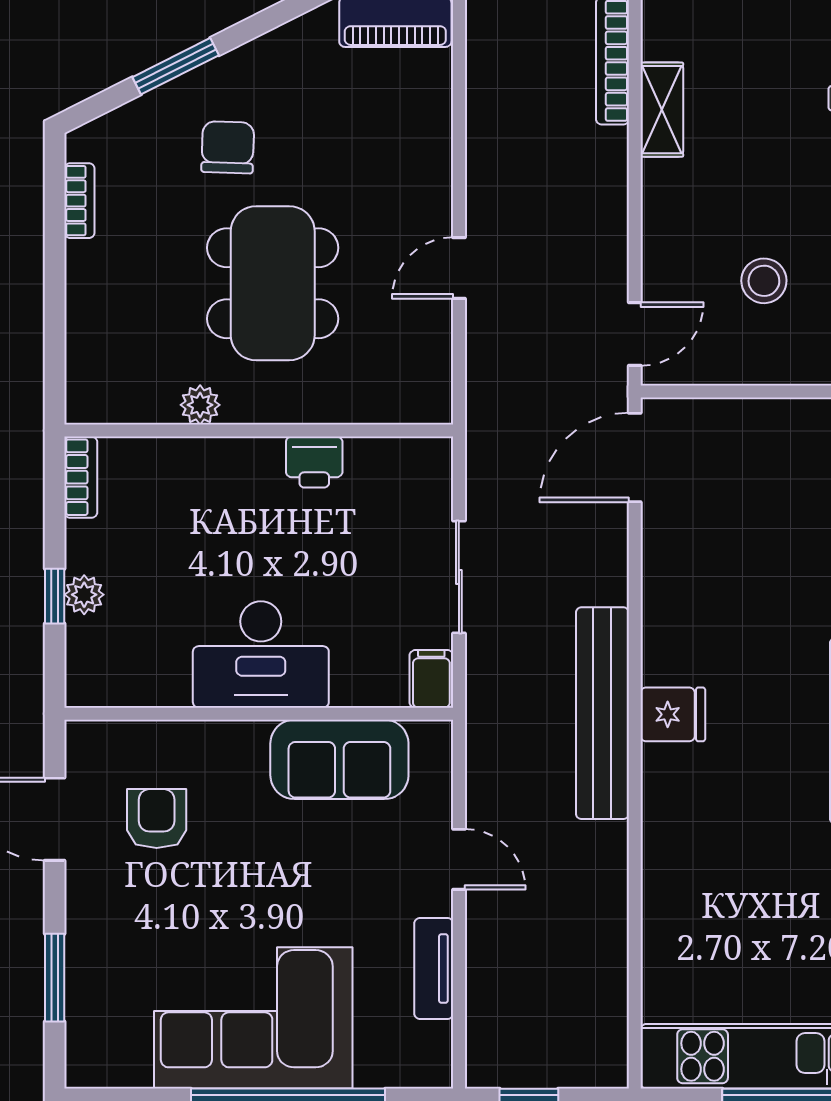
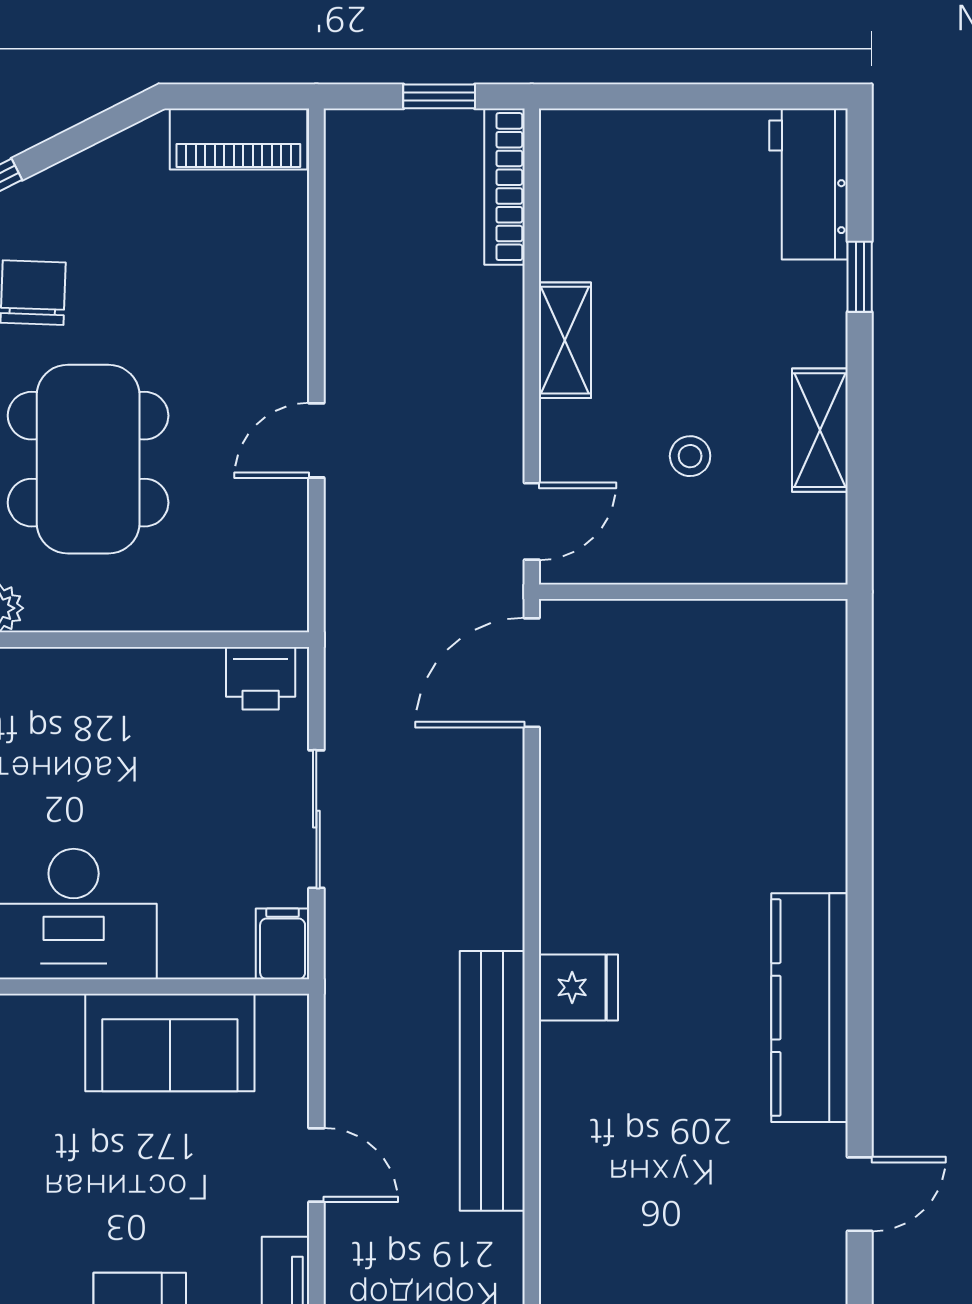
shelving: (662, 110) -> (565, 340), moved
stool: (764, 281) -> (690, 456), width x0.73, depth x0.73
printer: (314, 462) -> (261, 678), moved
bench: (602, 713) -> (492, 1081), moved

